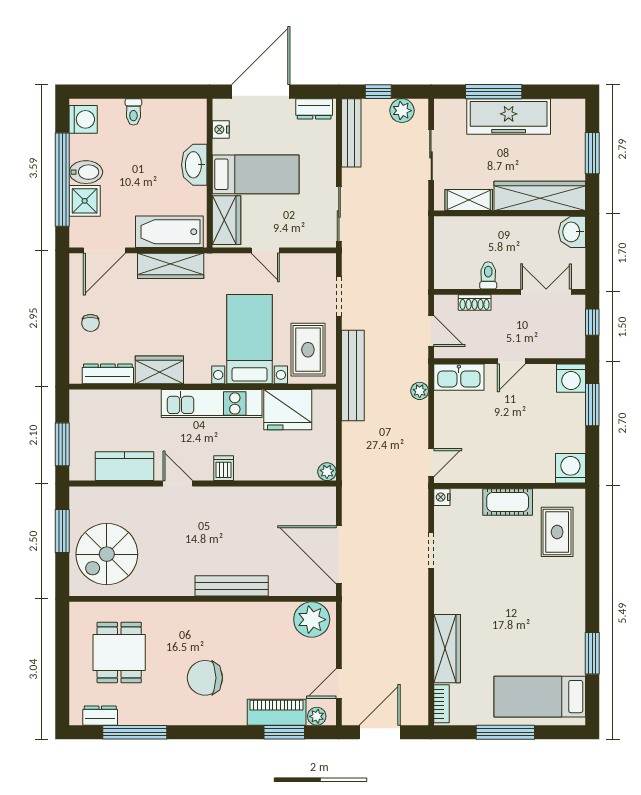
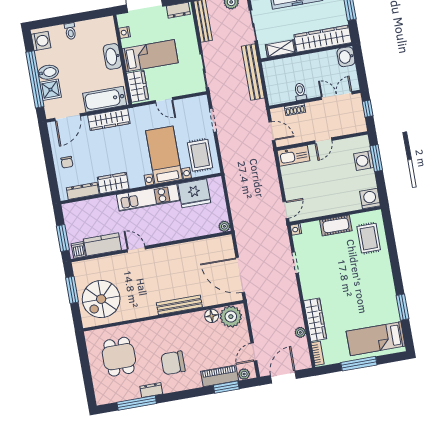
bench: (353, 375) -> (253, 72), moved
washing machine: (571, 378) -> (364, 161), moved, turned 90
plant: (420, 391) -> (300, 332), moved
dishwasher: (224, 468) -> (78, 250), moved
floor lamp: (281, 613) -> (212, 316), added
dresser: (100, 716) -> (151, 390), moved

